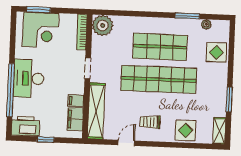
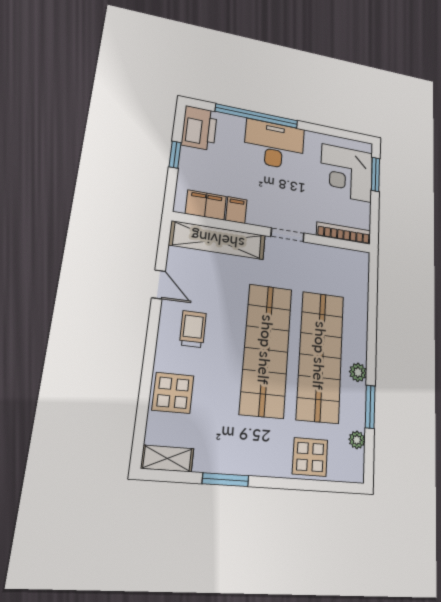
plant: (103, 25) -> (358, 372), moved, width x0.53, depth x0.53
shop shelf: (160, 47) -> (320, 356), width x1.40

